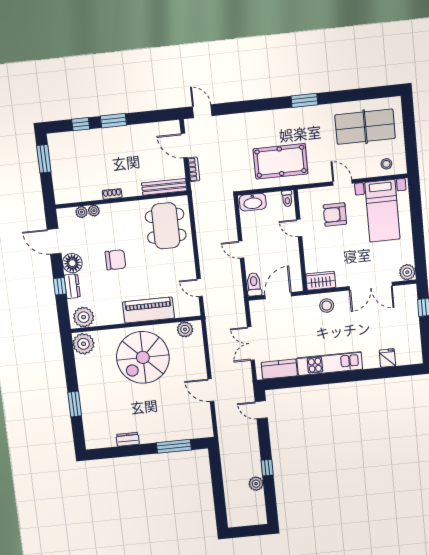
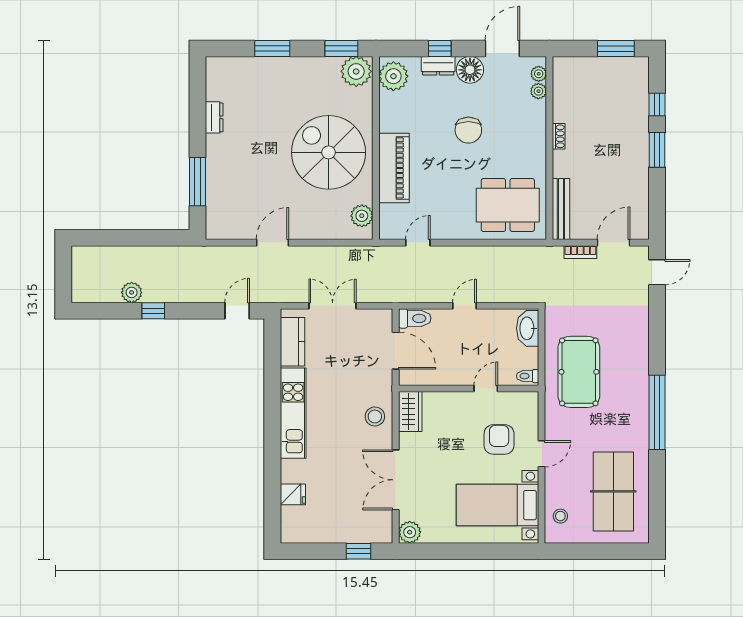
window: (304, 100) -> (657, 412), width x2.11
plant: (94, 211) -> (539, 74), moved
window: (69, 356) -> (341, 48), added

